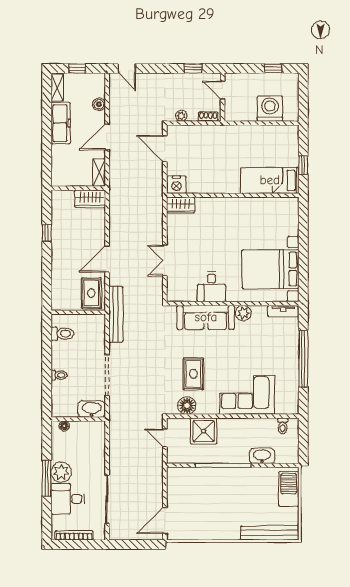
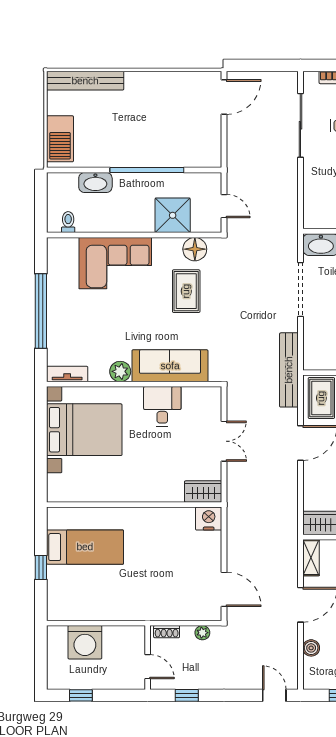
nightstand: (176, 185) -> (209, 519), moved
wall: (233, 195) -> (134, 505), moved
wardrobe: (181, 205) -> (203, 492), moved

